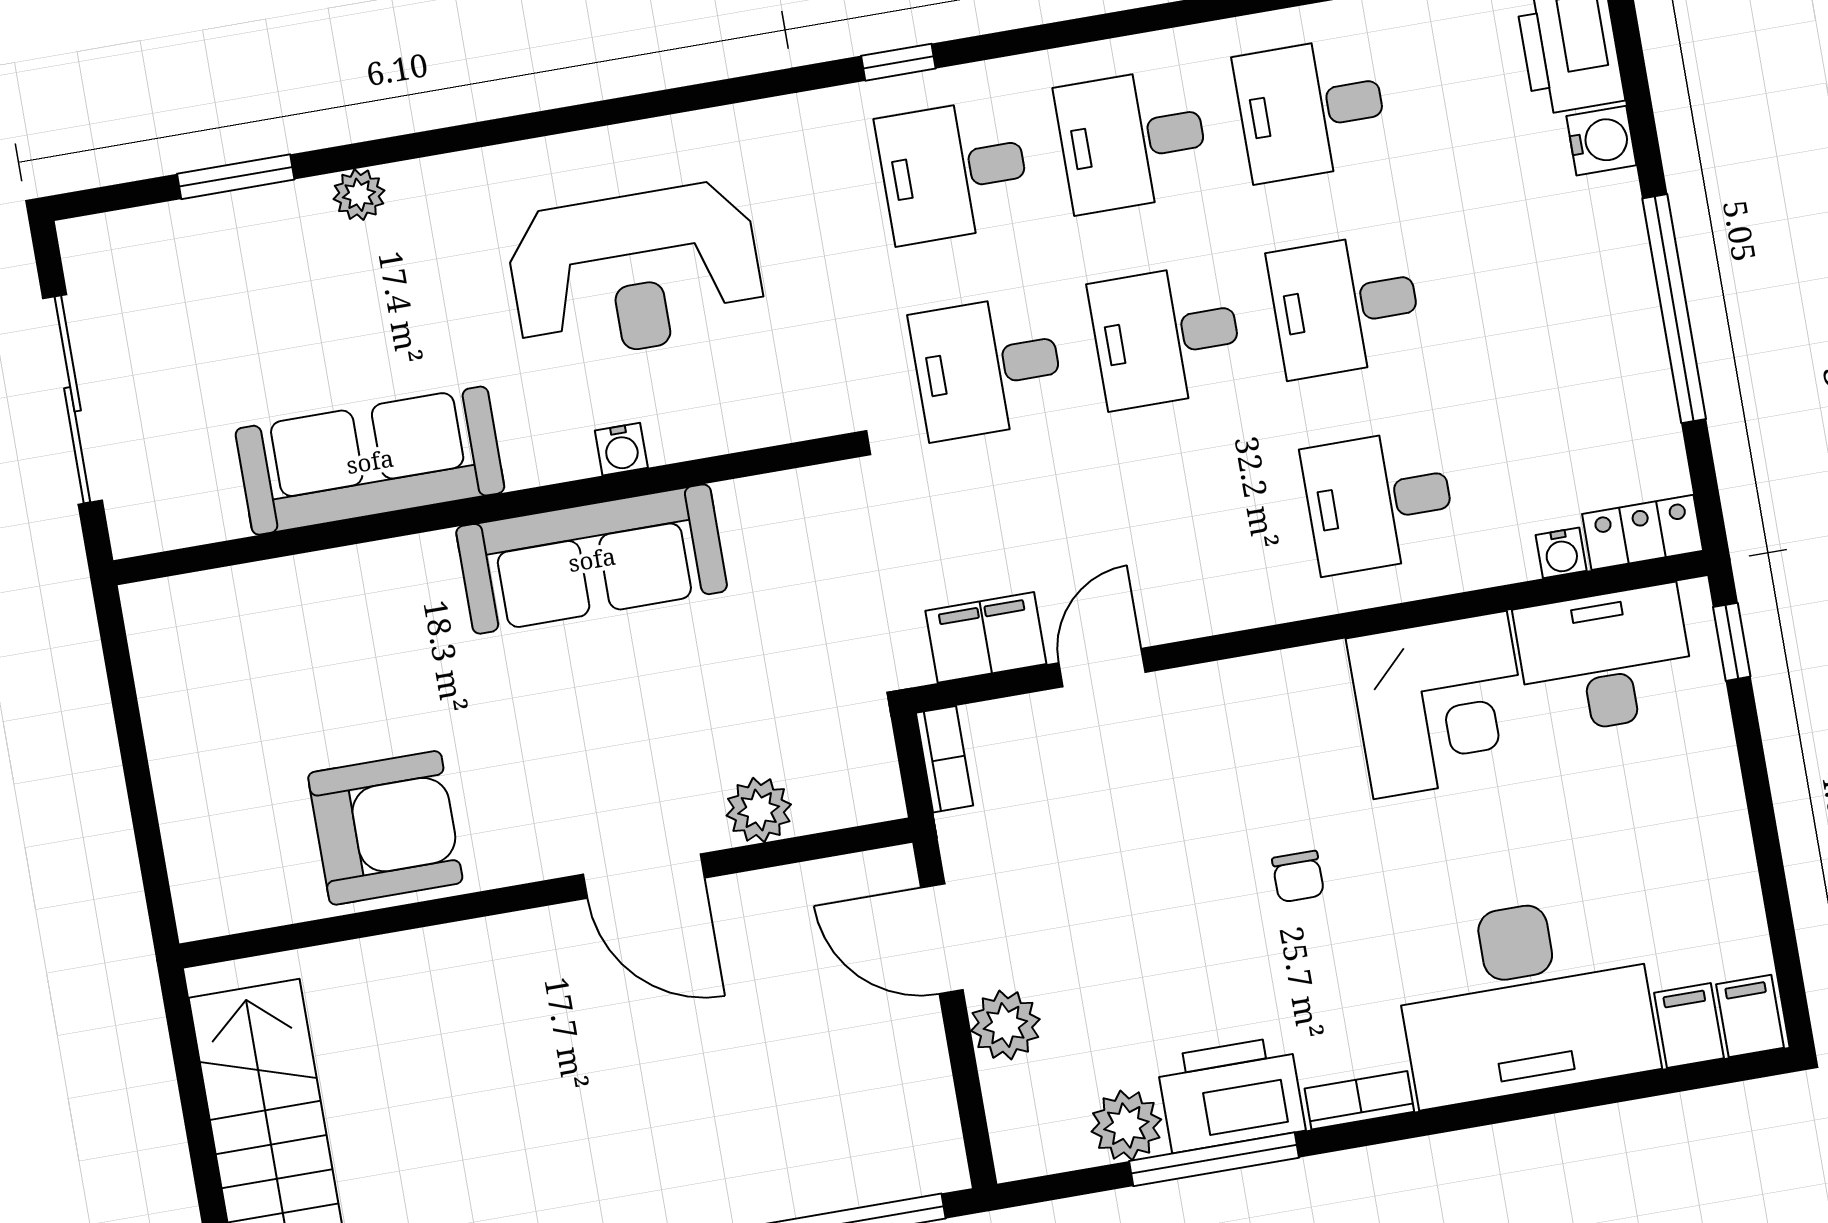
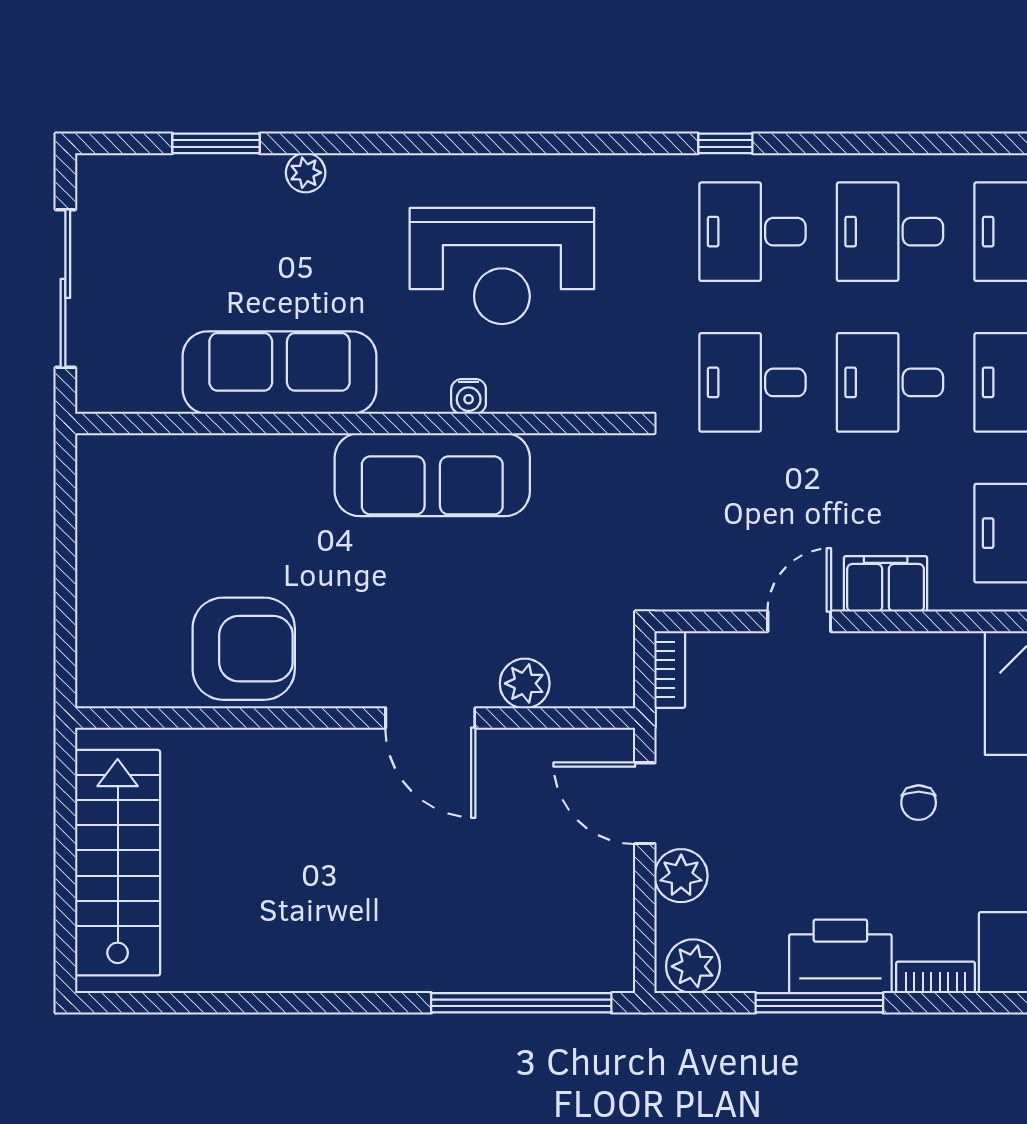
filing cabinet: (986, 637) -> (886, 584), moved
plant: (1126, 1125) -> (693, 966), moved

